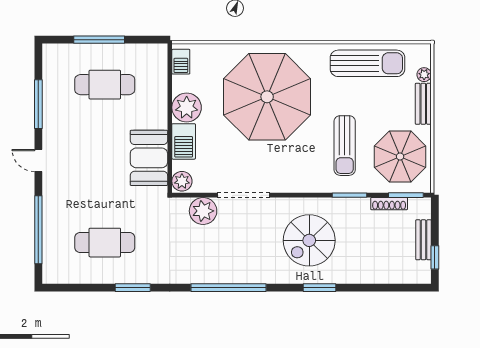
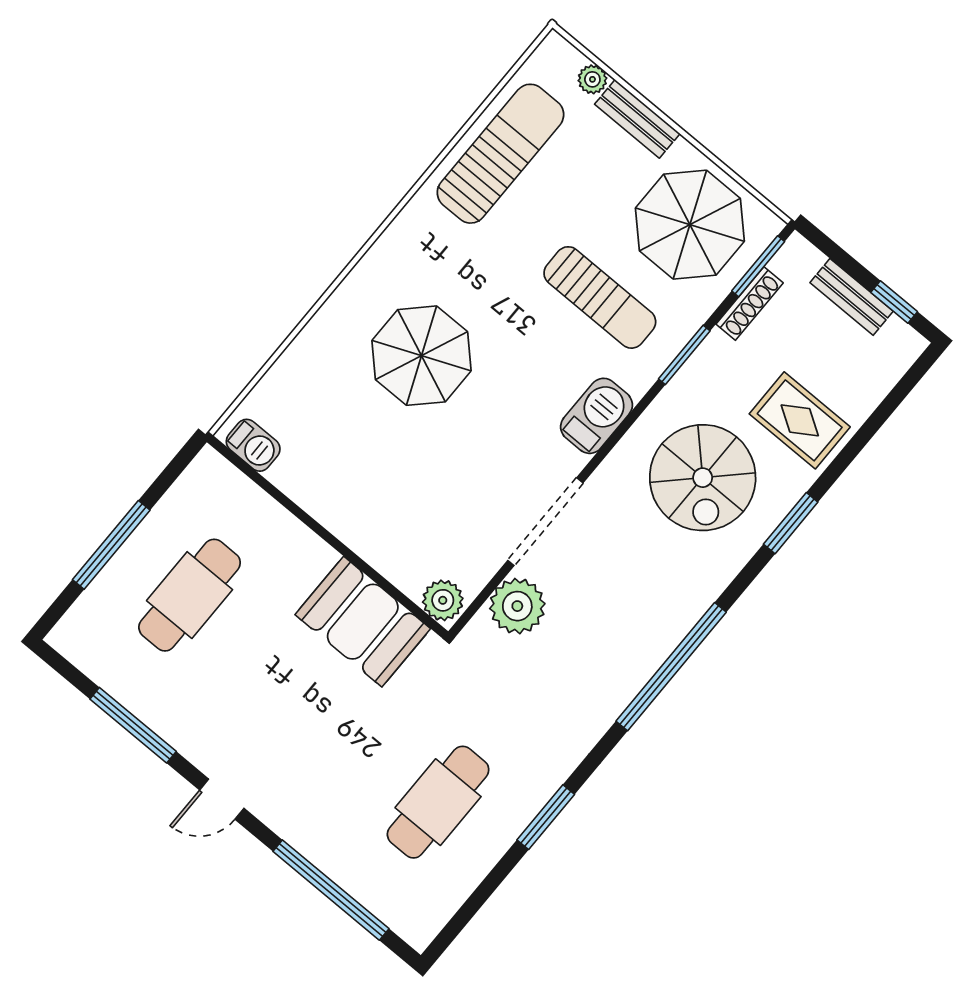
parasol: (267, 97) -> (421, 356), width x0.54, depth x0.54
plant: (187, 107) -> (333, 496), removed
barbecue: (184, 141) -> (597, 416), moved, turned -90
rug: (361, 259) -> (800, 420), added

